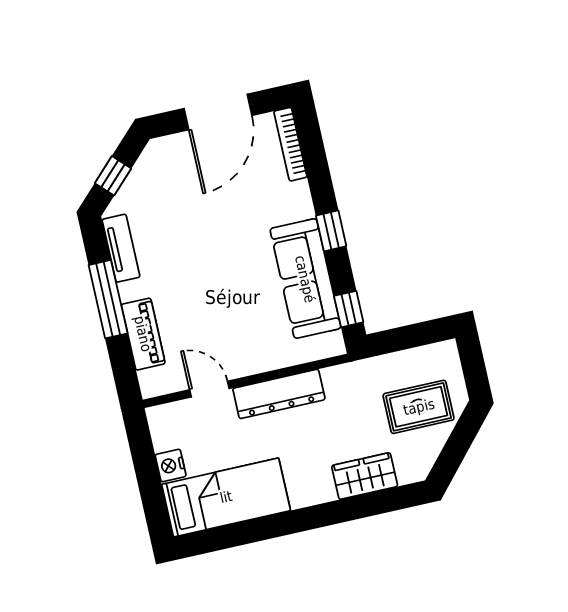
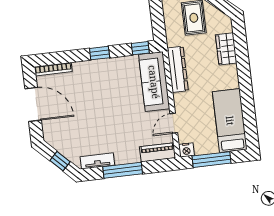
sofa: (305, 279) -> (154, 82), moved, turned 90
piano: (143, 334) -> (158, 152), moved
dresser: (279, 394) -> (178, 69), moved
nightstand: (171, 465) -> (186, 150), moved
window: (147, 470) -> (212, 160), added

